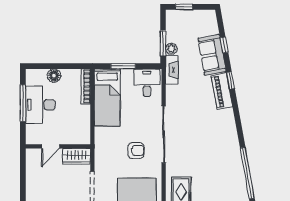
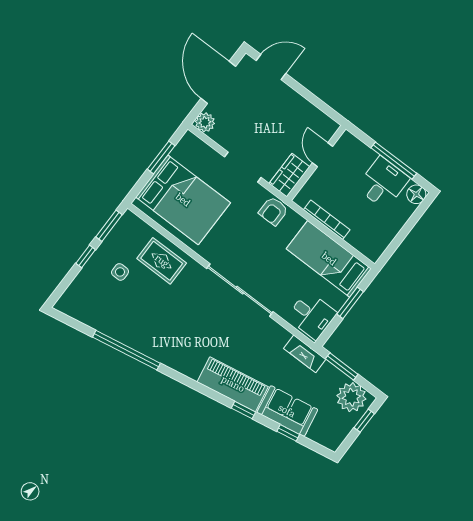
plant: (171, 49) -> (351, 397), moved, width x1.87, depth x1.87
floor lamp: (54, 76) -> (416, 194), moved
bookcase: (86, 86) -> (327, 220), moved
piano: (222, 91) -> (233, 384), width x1.37, depth x1.33
desk: (40, 105) -> (383, 183), width x0.73
armchair: (136, 150) -> (273, 211), moved

